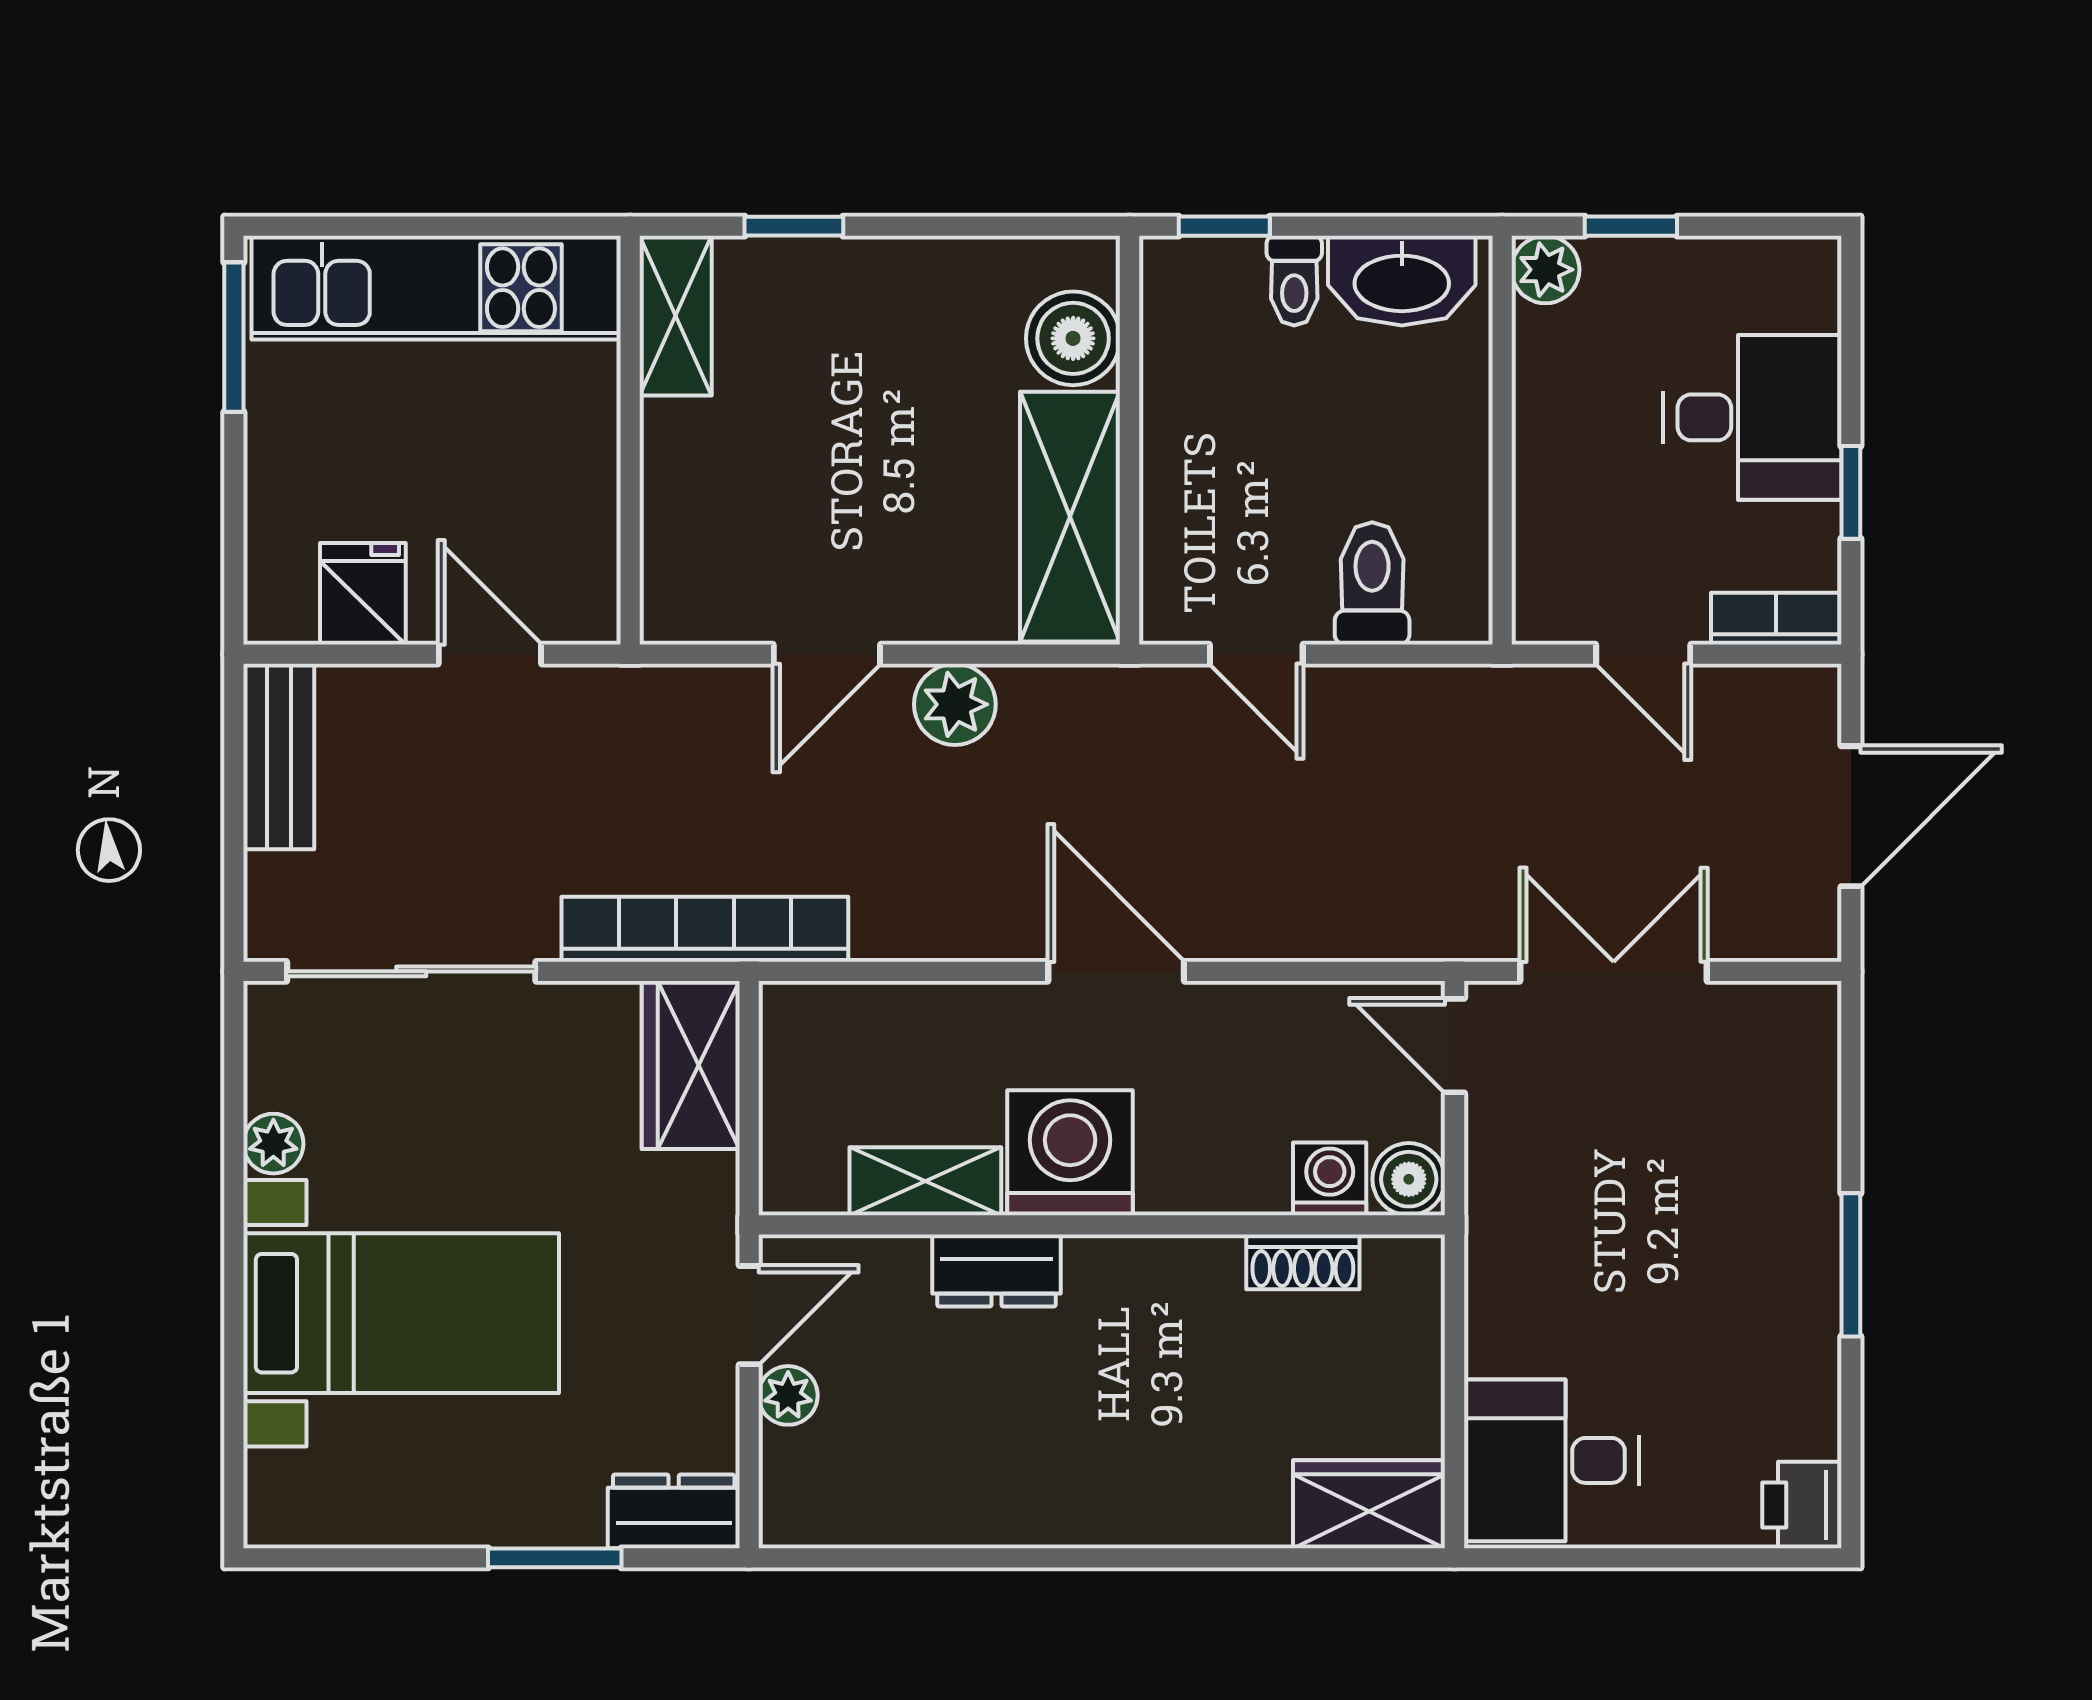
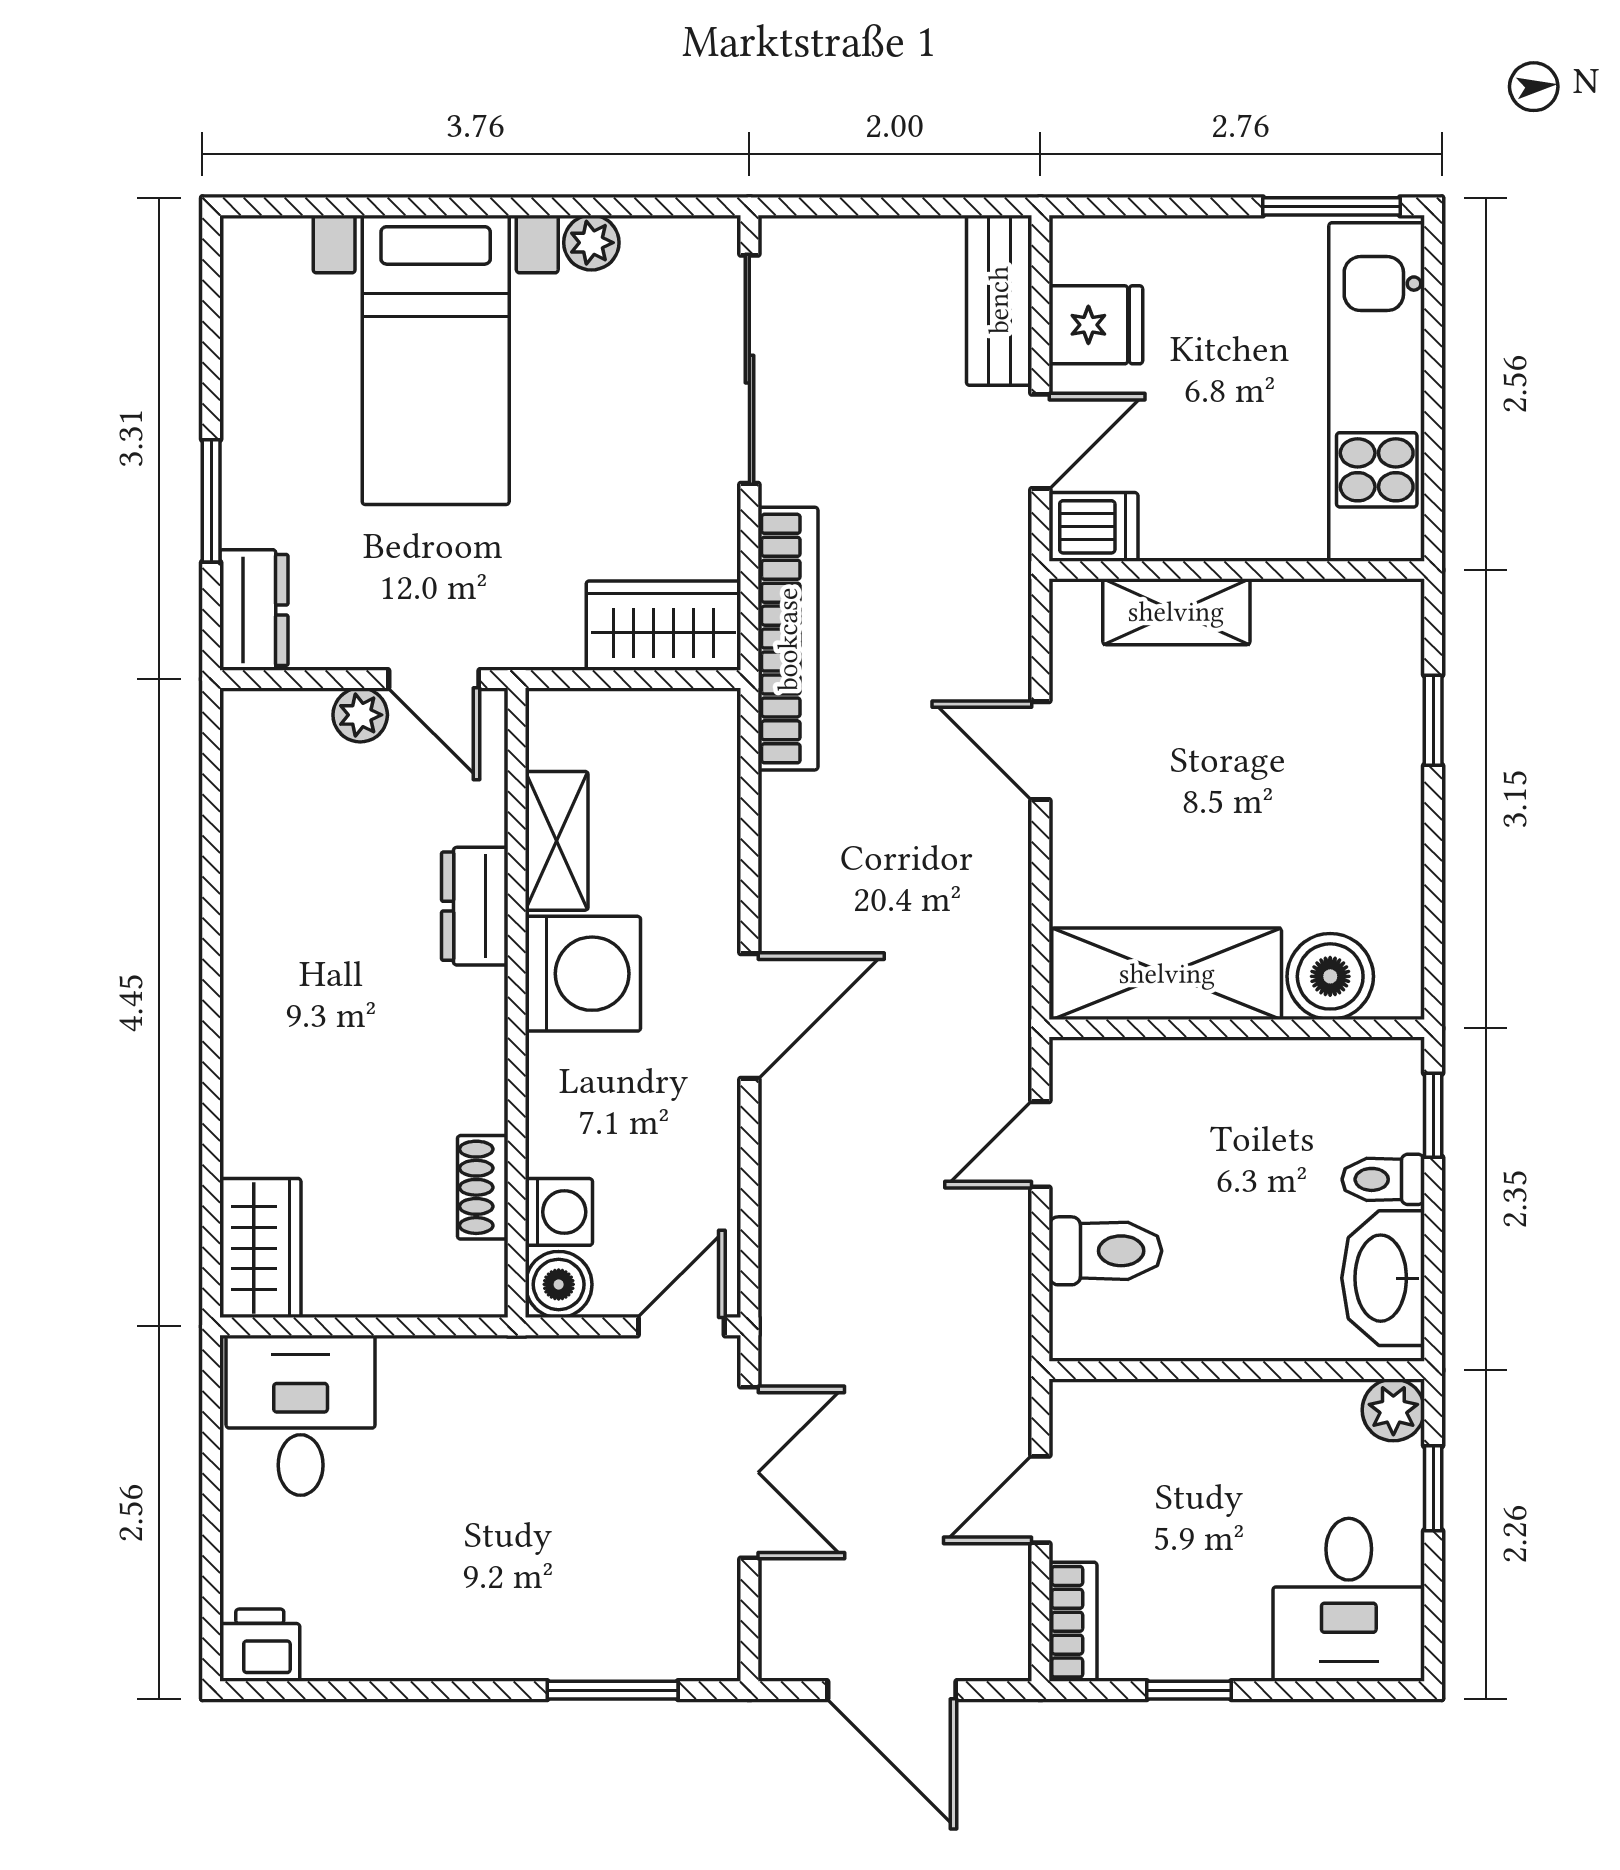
shelving: (676, 316) -> (1176, 612), moved
desk: (1752, 417) -> (1349, 1600), moved
dishwasher: (583, 596) -> (1093, 527), added
plant: (955, 704) -> (994, 868), removed
bench: (279, 757) -> (999, 300), moved, turned 90
window: (1851, 1265) -> (613, 1690), moved

